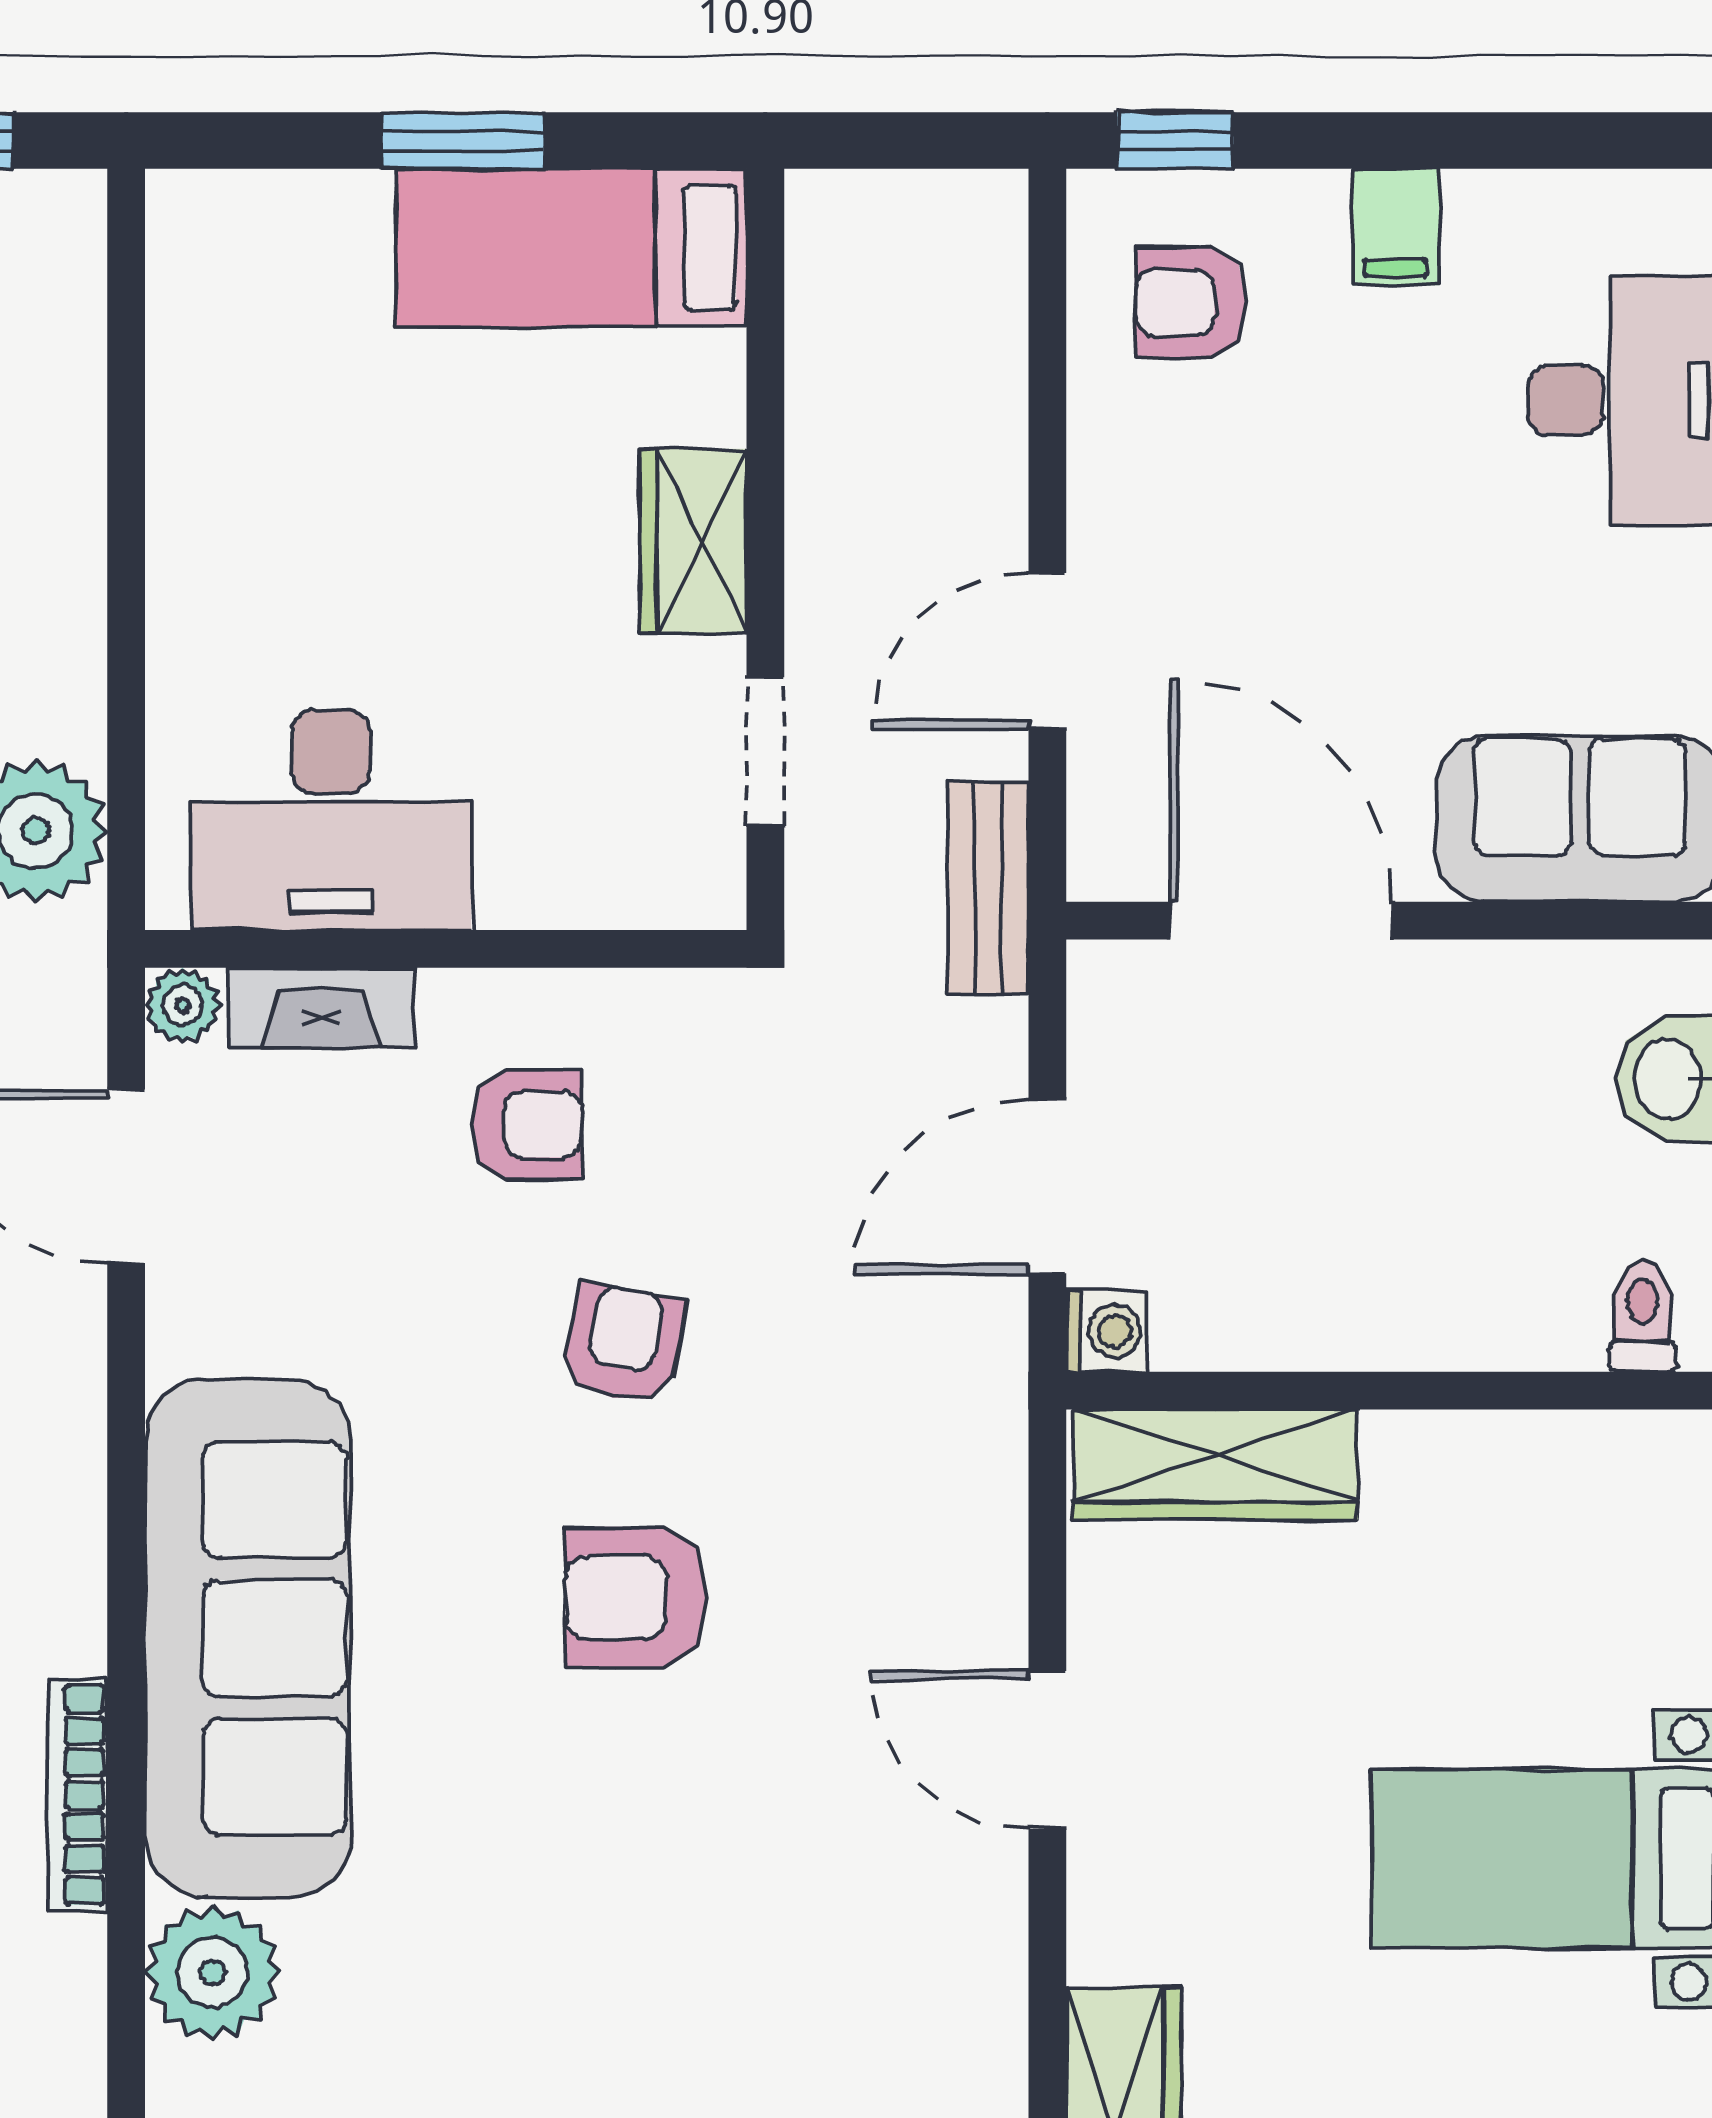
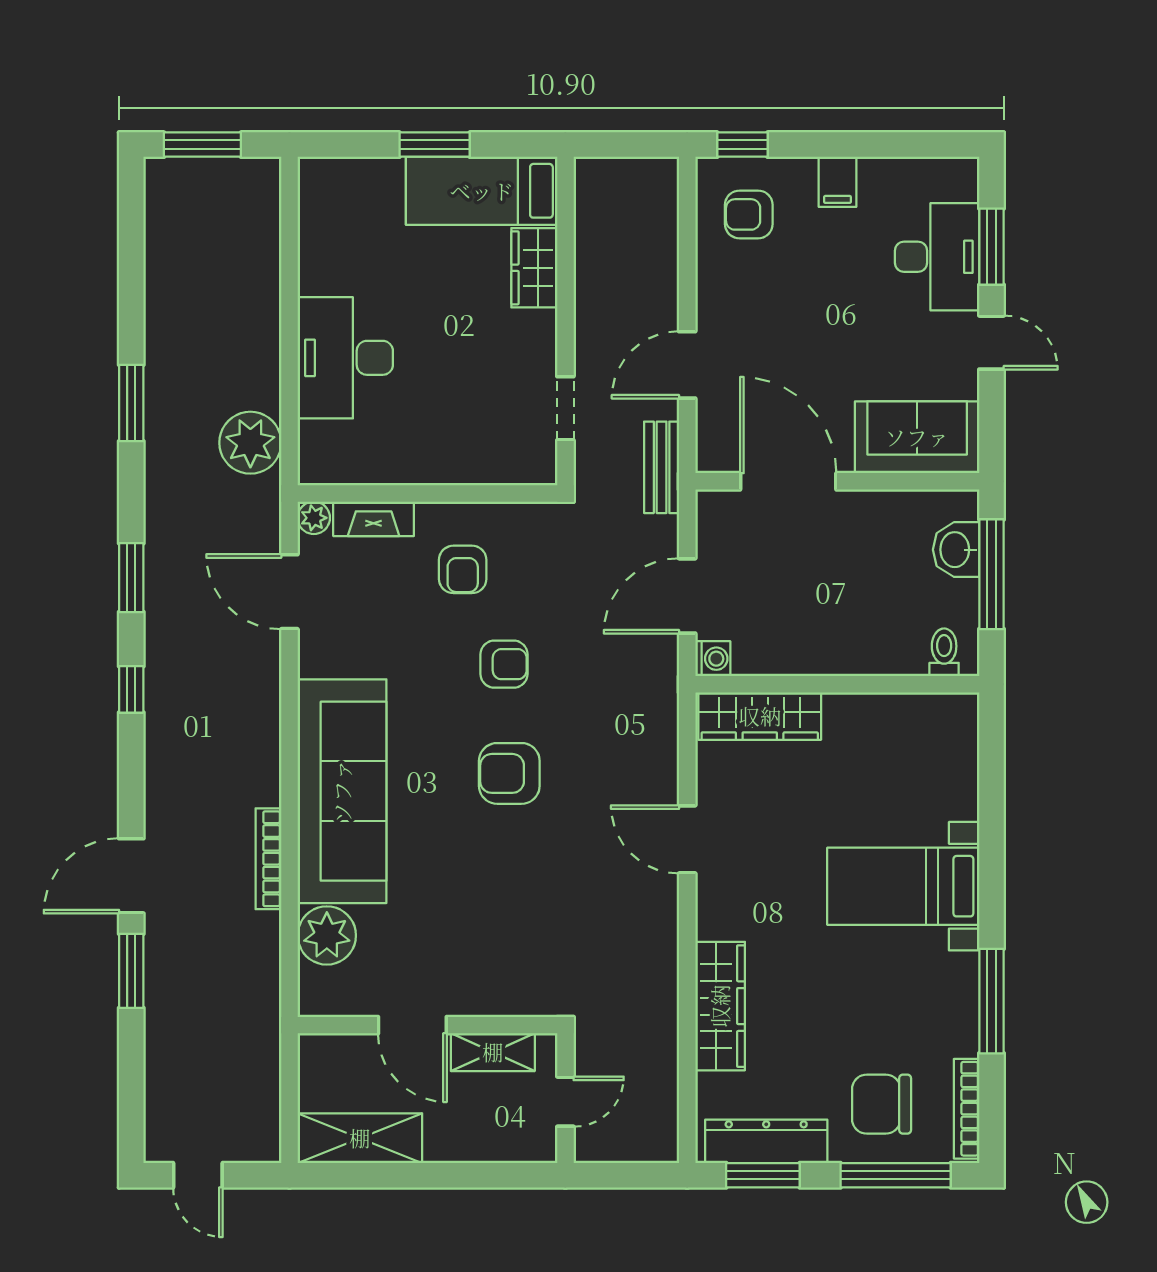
wardrobe: (693, 541) -> (534, 268), moved
desk: (331, 820) -> (345, 358), moved, turned 90
armchair: (527, 1125) -> (463, 569), turned 90
armchair: (623, 1344) -> (504, 664), turned 79

